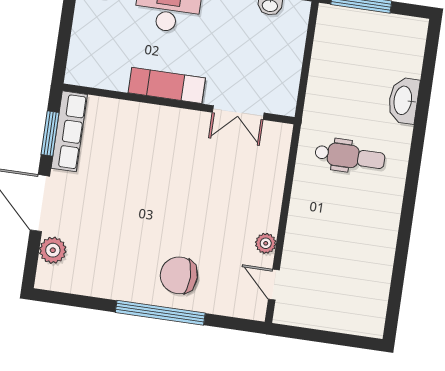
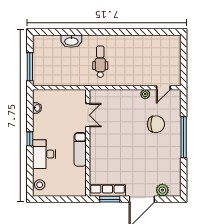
chair: (179, 275) -> (156, 124), moved, turned -90

